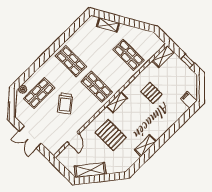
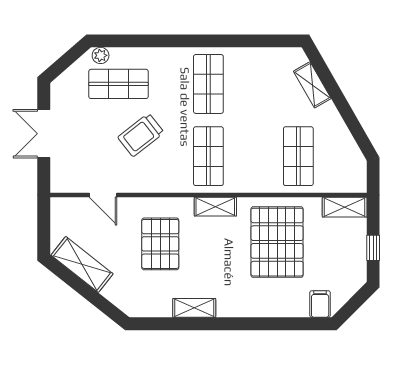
pallet: (151, 93) -> (277, 242), width x2.05, depth x2.00
door: (73, 138) -> (103, 195), hinge flipped

